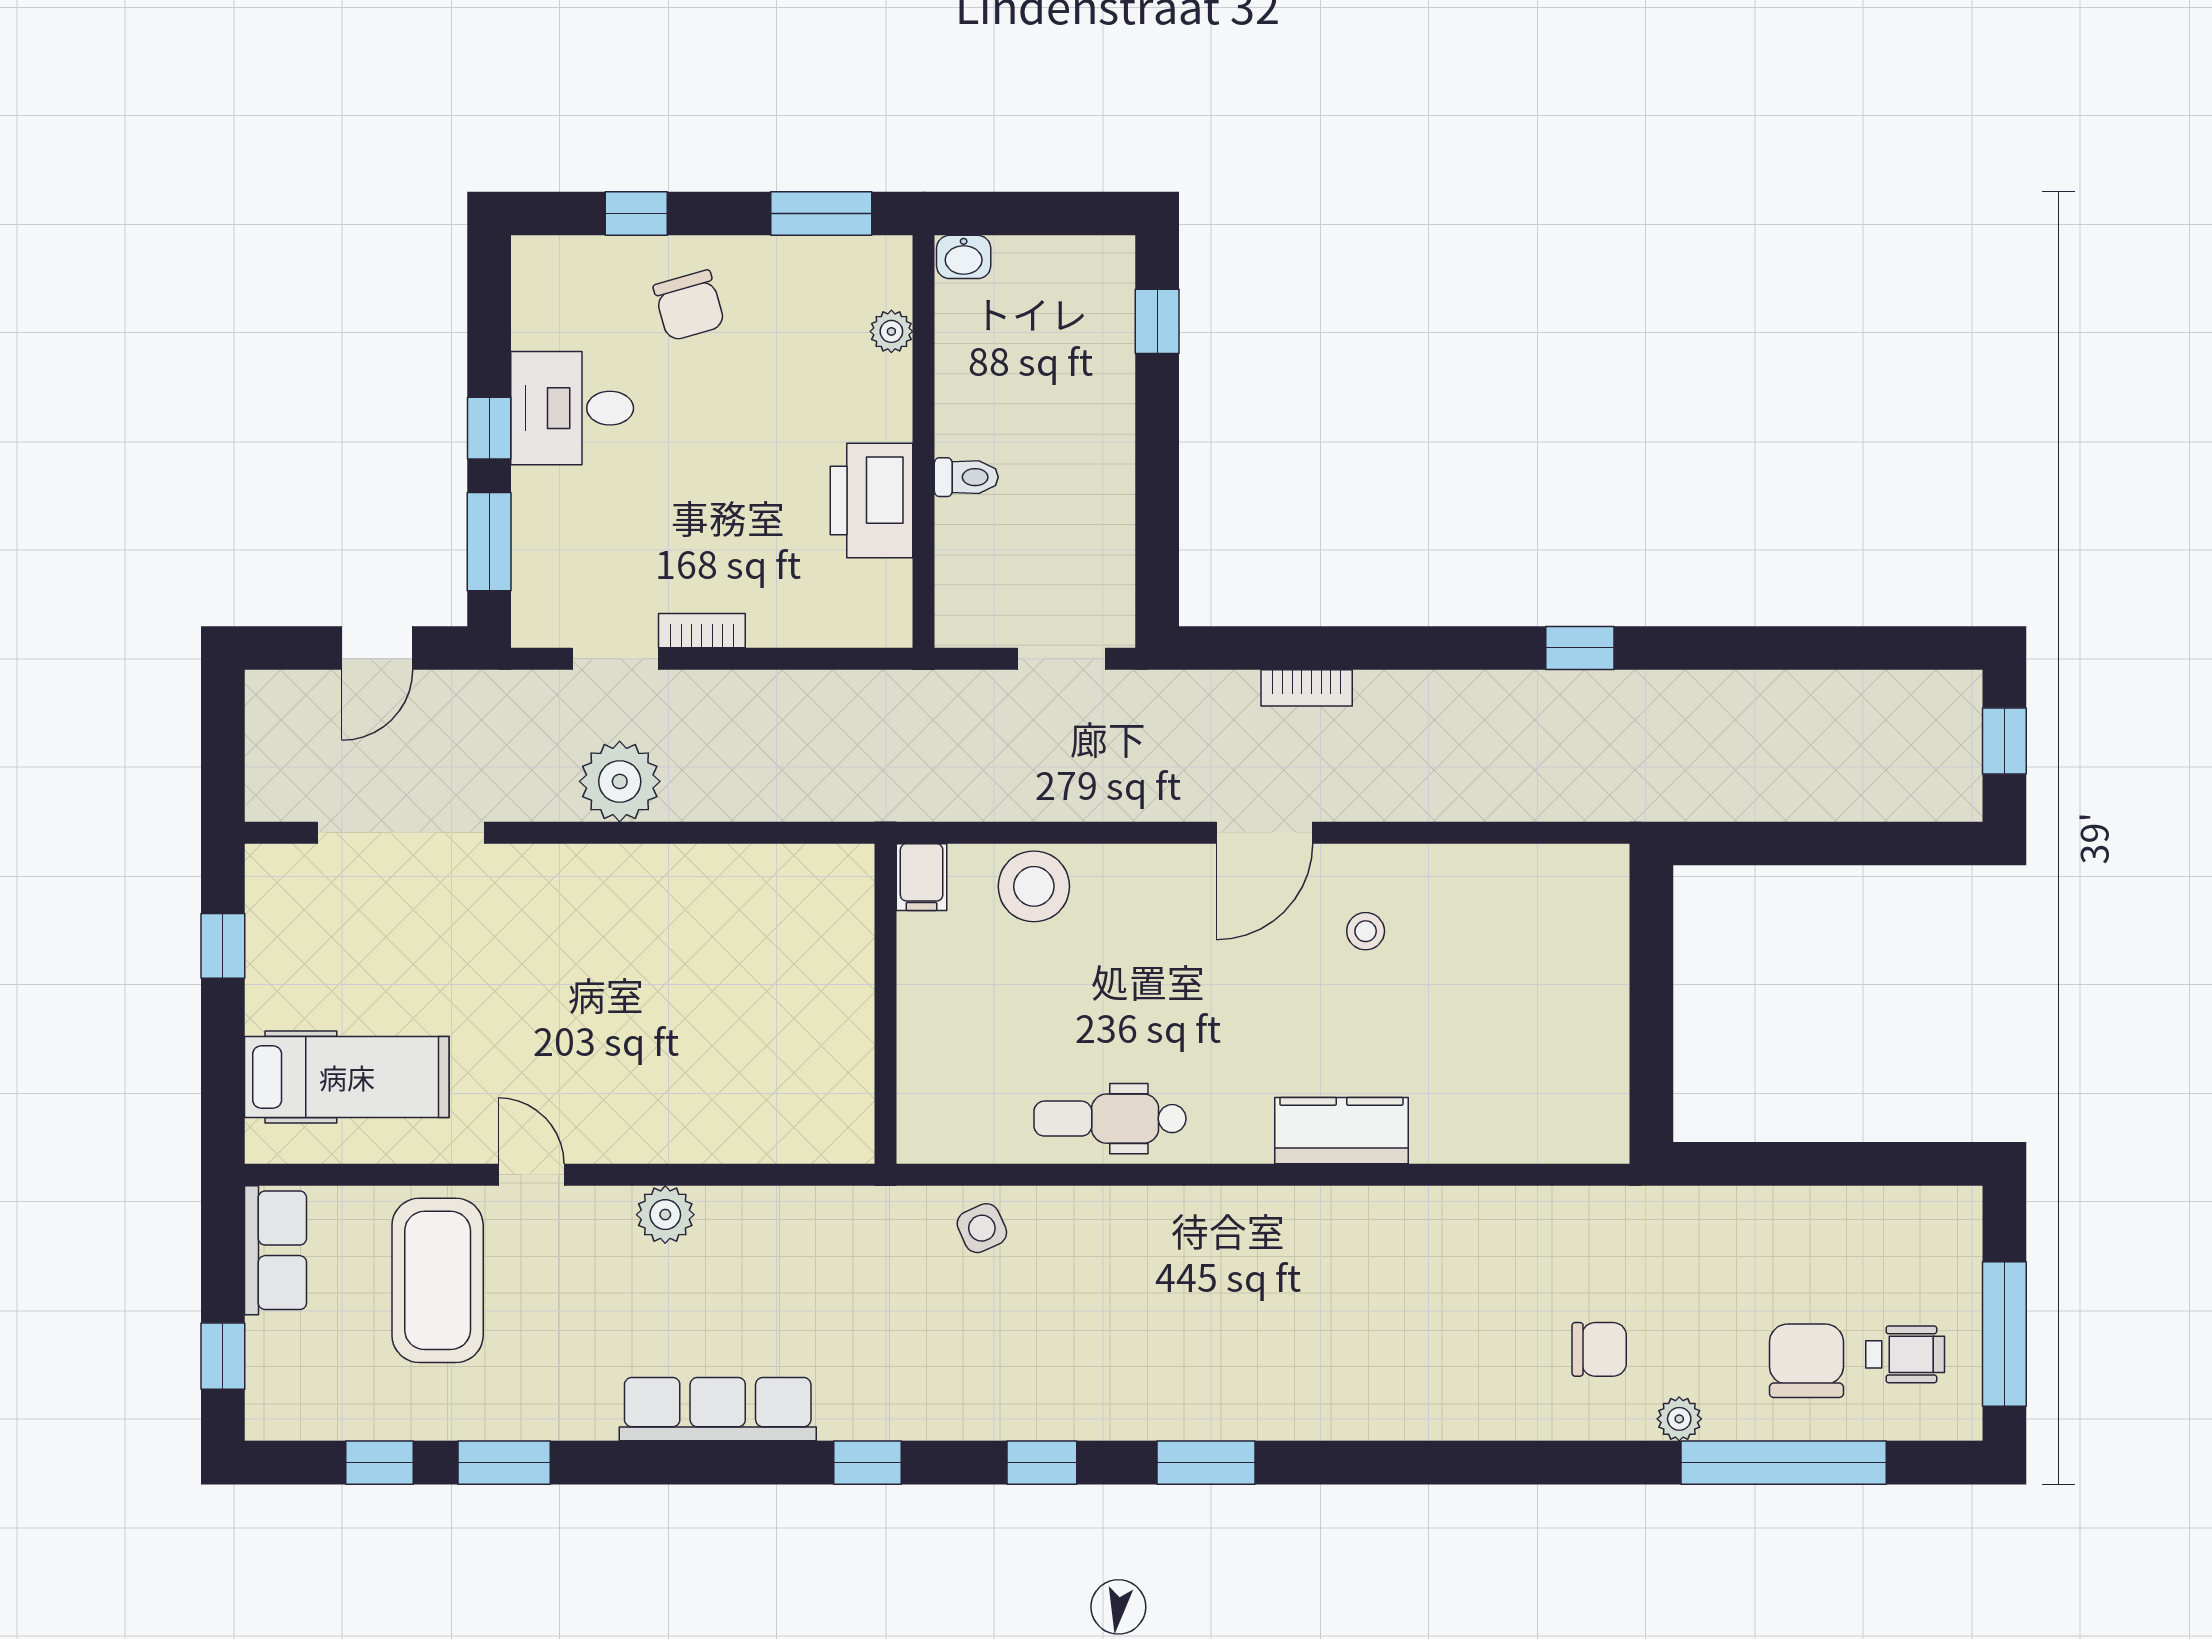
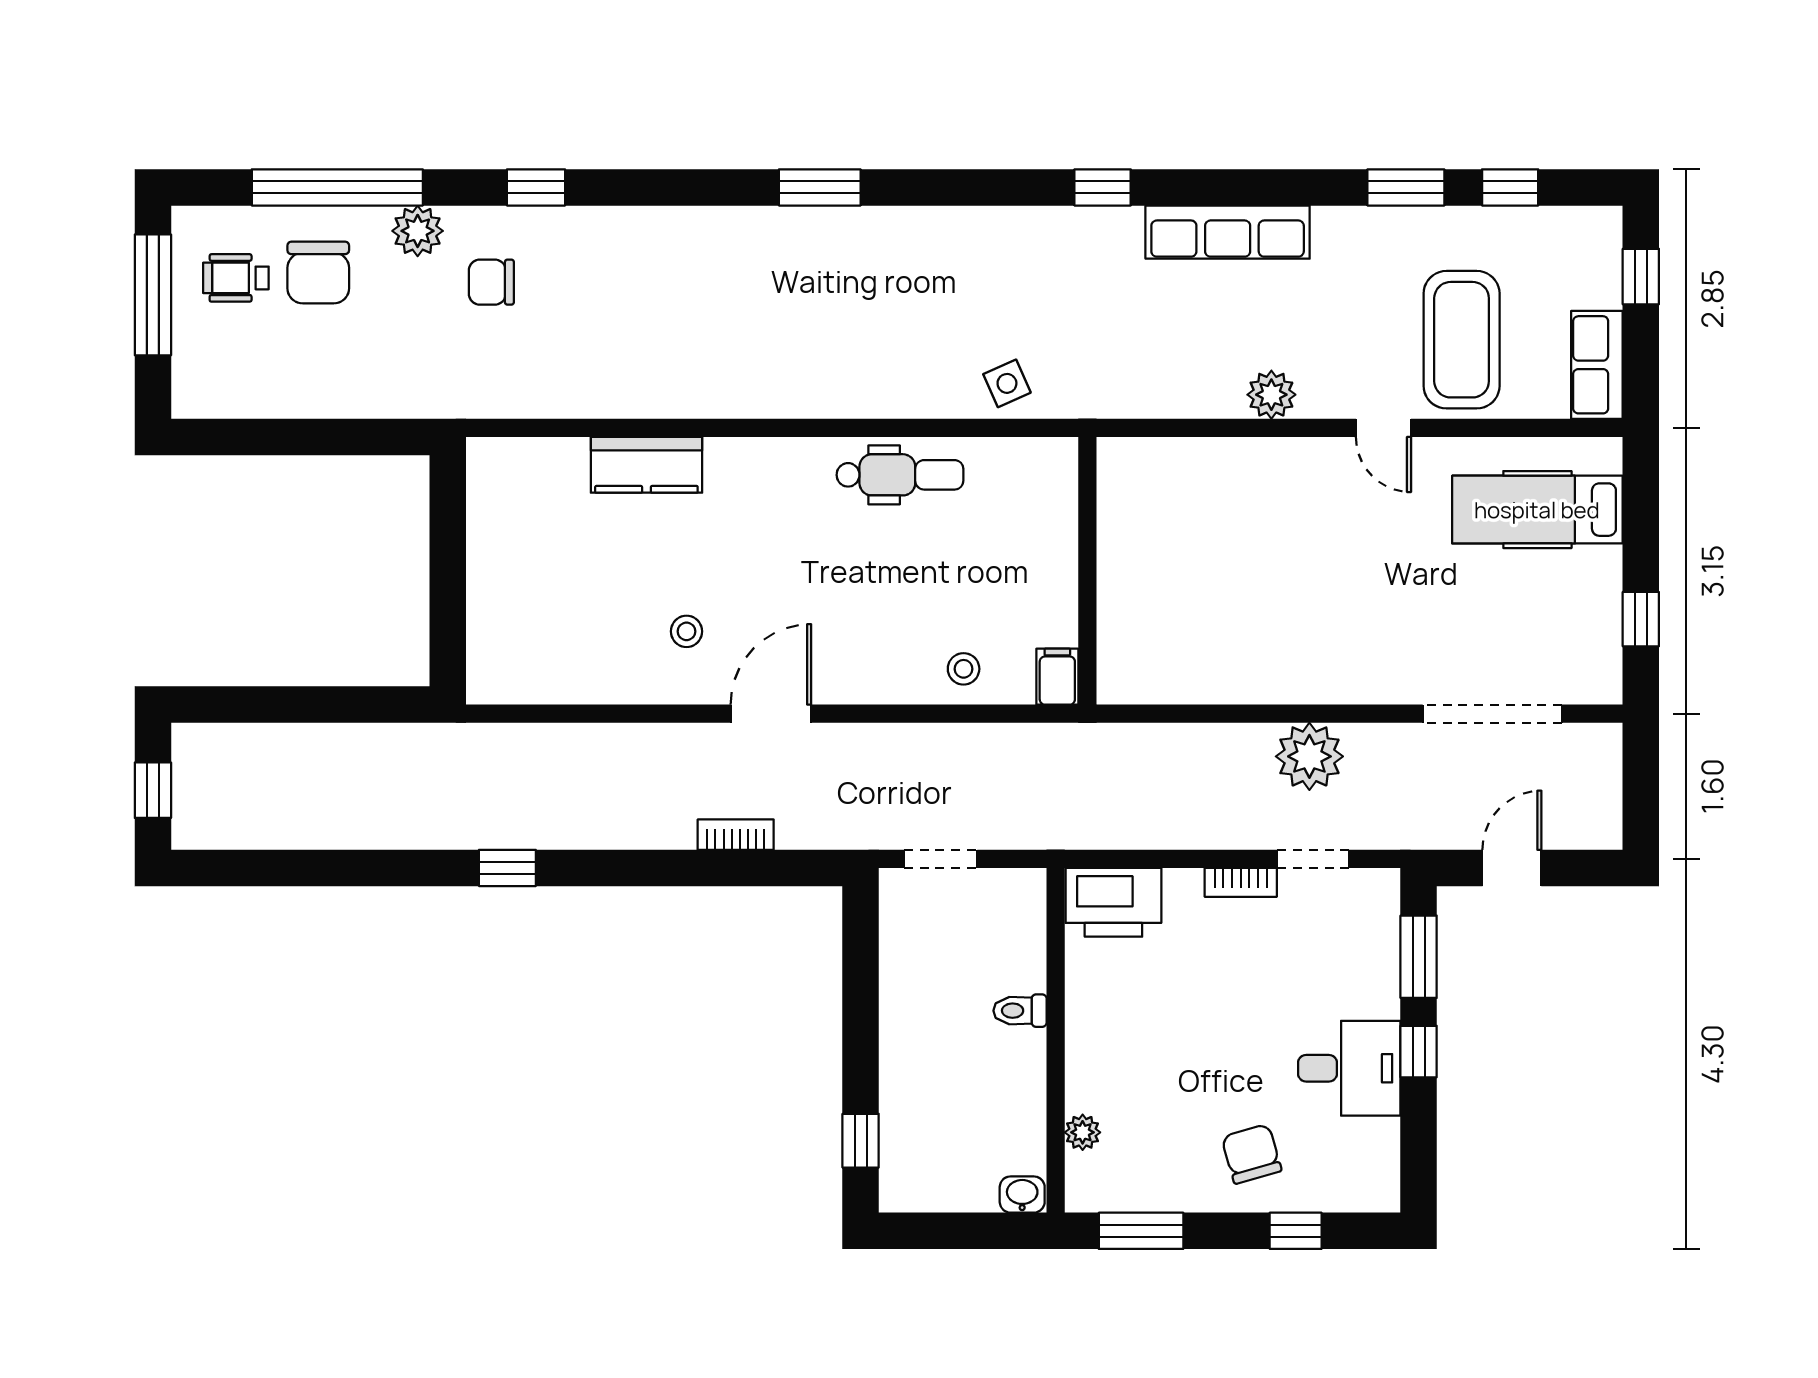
printer: (872, 501) -> (1113, 902), moved, turned 90
stool: (1034, 886) -> (964, 669), width x0.53, depth x0.53
kitchen counter: (1341, 1131) -> (646, 465), moved
plant: (1679, 1419) -> (418, 231), width x1.38, depth x1.38
window: (1042, 1463) -> (536, 187), moved

